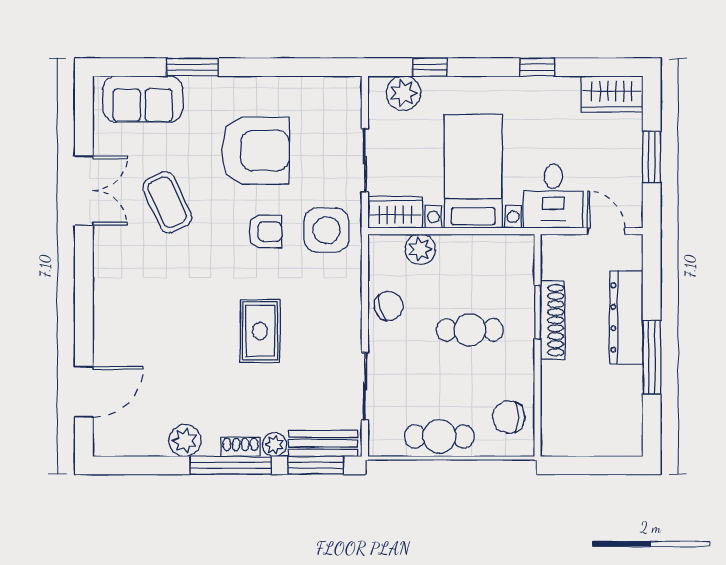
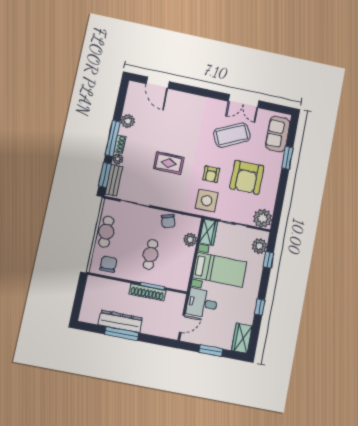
plant: (340, 98) -> (263, 218), added
coffee table: (167, 202) -> (232, 135), width x1.36, depth x1.32
dresser: (626, 317) -> (120, 321), moved

